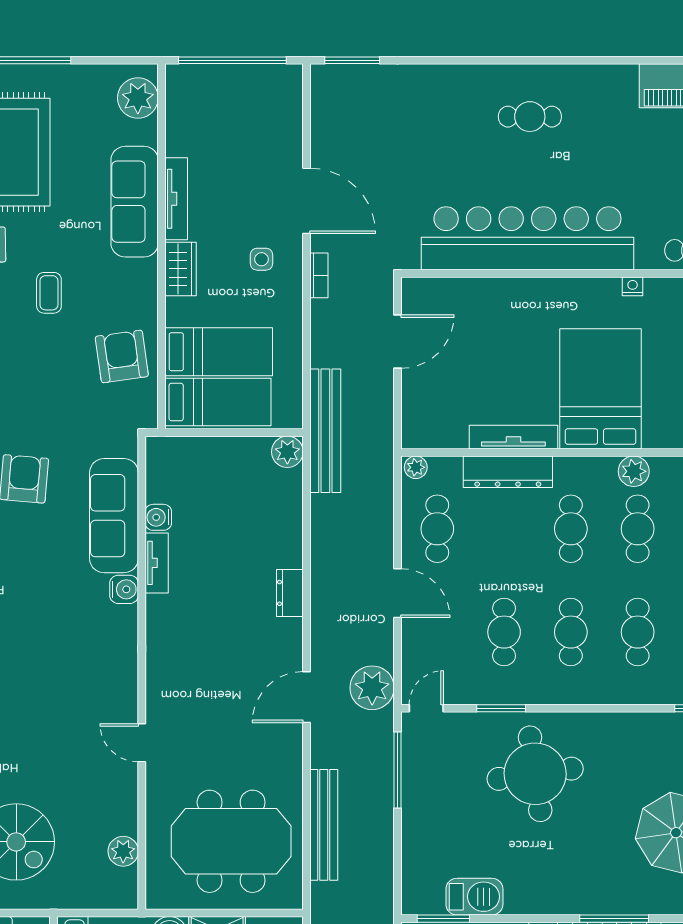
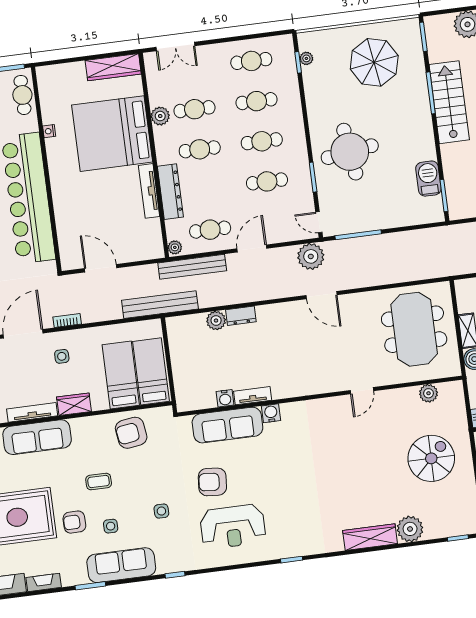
bed: (601, 389) -> (112, 134), width x1.36
plant: (287, 452) -> (216, 321), moved
dresser: (290, 593) -> (241, 316), moved
bench: (324, 825) -> (192, 267), moved

